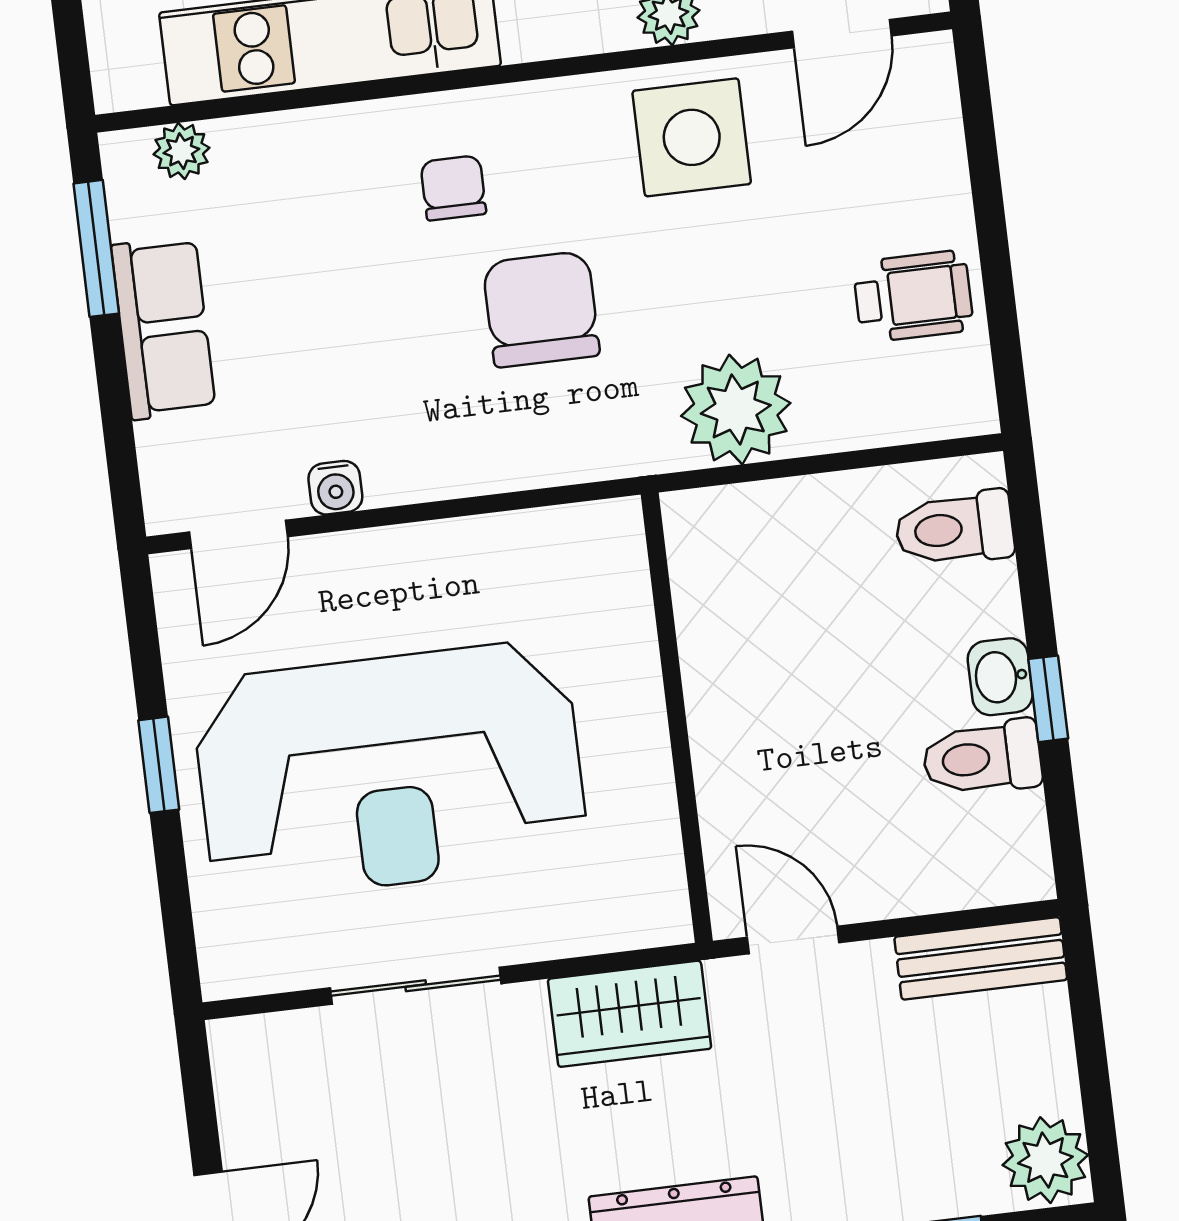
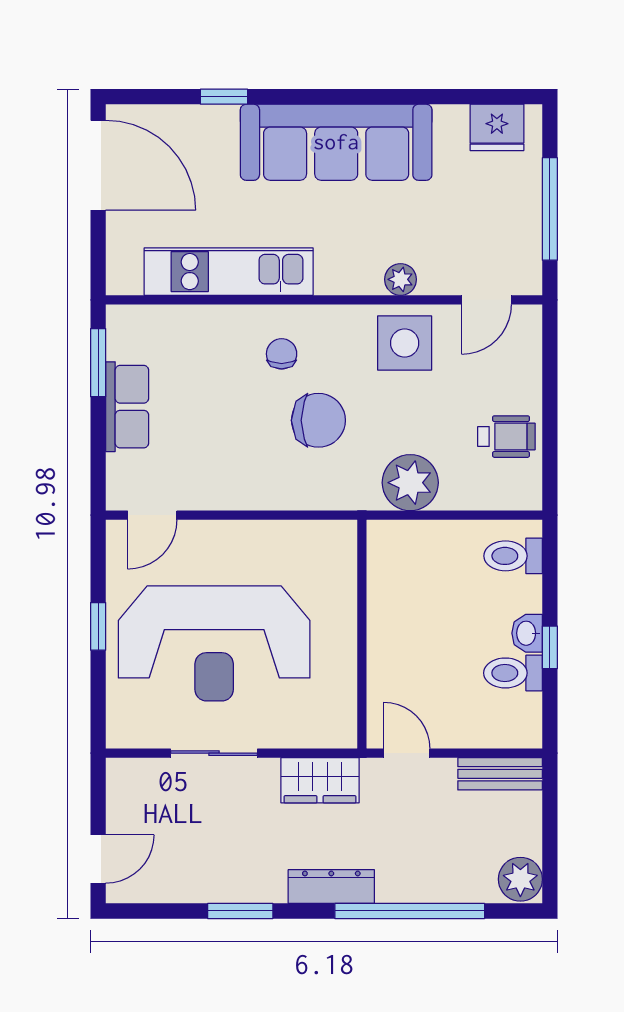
plant: (181, 151) -> (147, 319), removed
chair: (541, 309) -> (318, 420), turned 90
water cooler: (335, 488) -> (204, 498), removed

